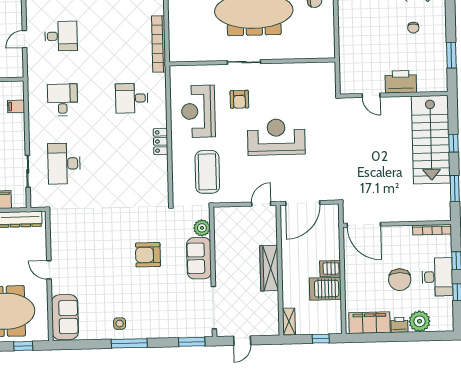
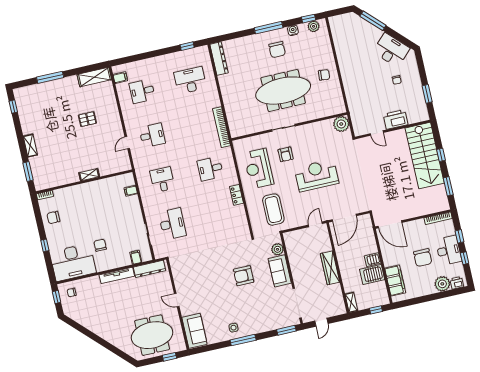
plant: (325, 73) -> (341, 124), added
desk: (64, 164) -> (172, 224), turned 180
filing cabinet: (370, 323) -> (395, 281), moved, turned 90
printer: (399, 325) -> (457, 283), moved

